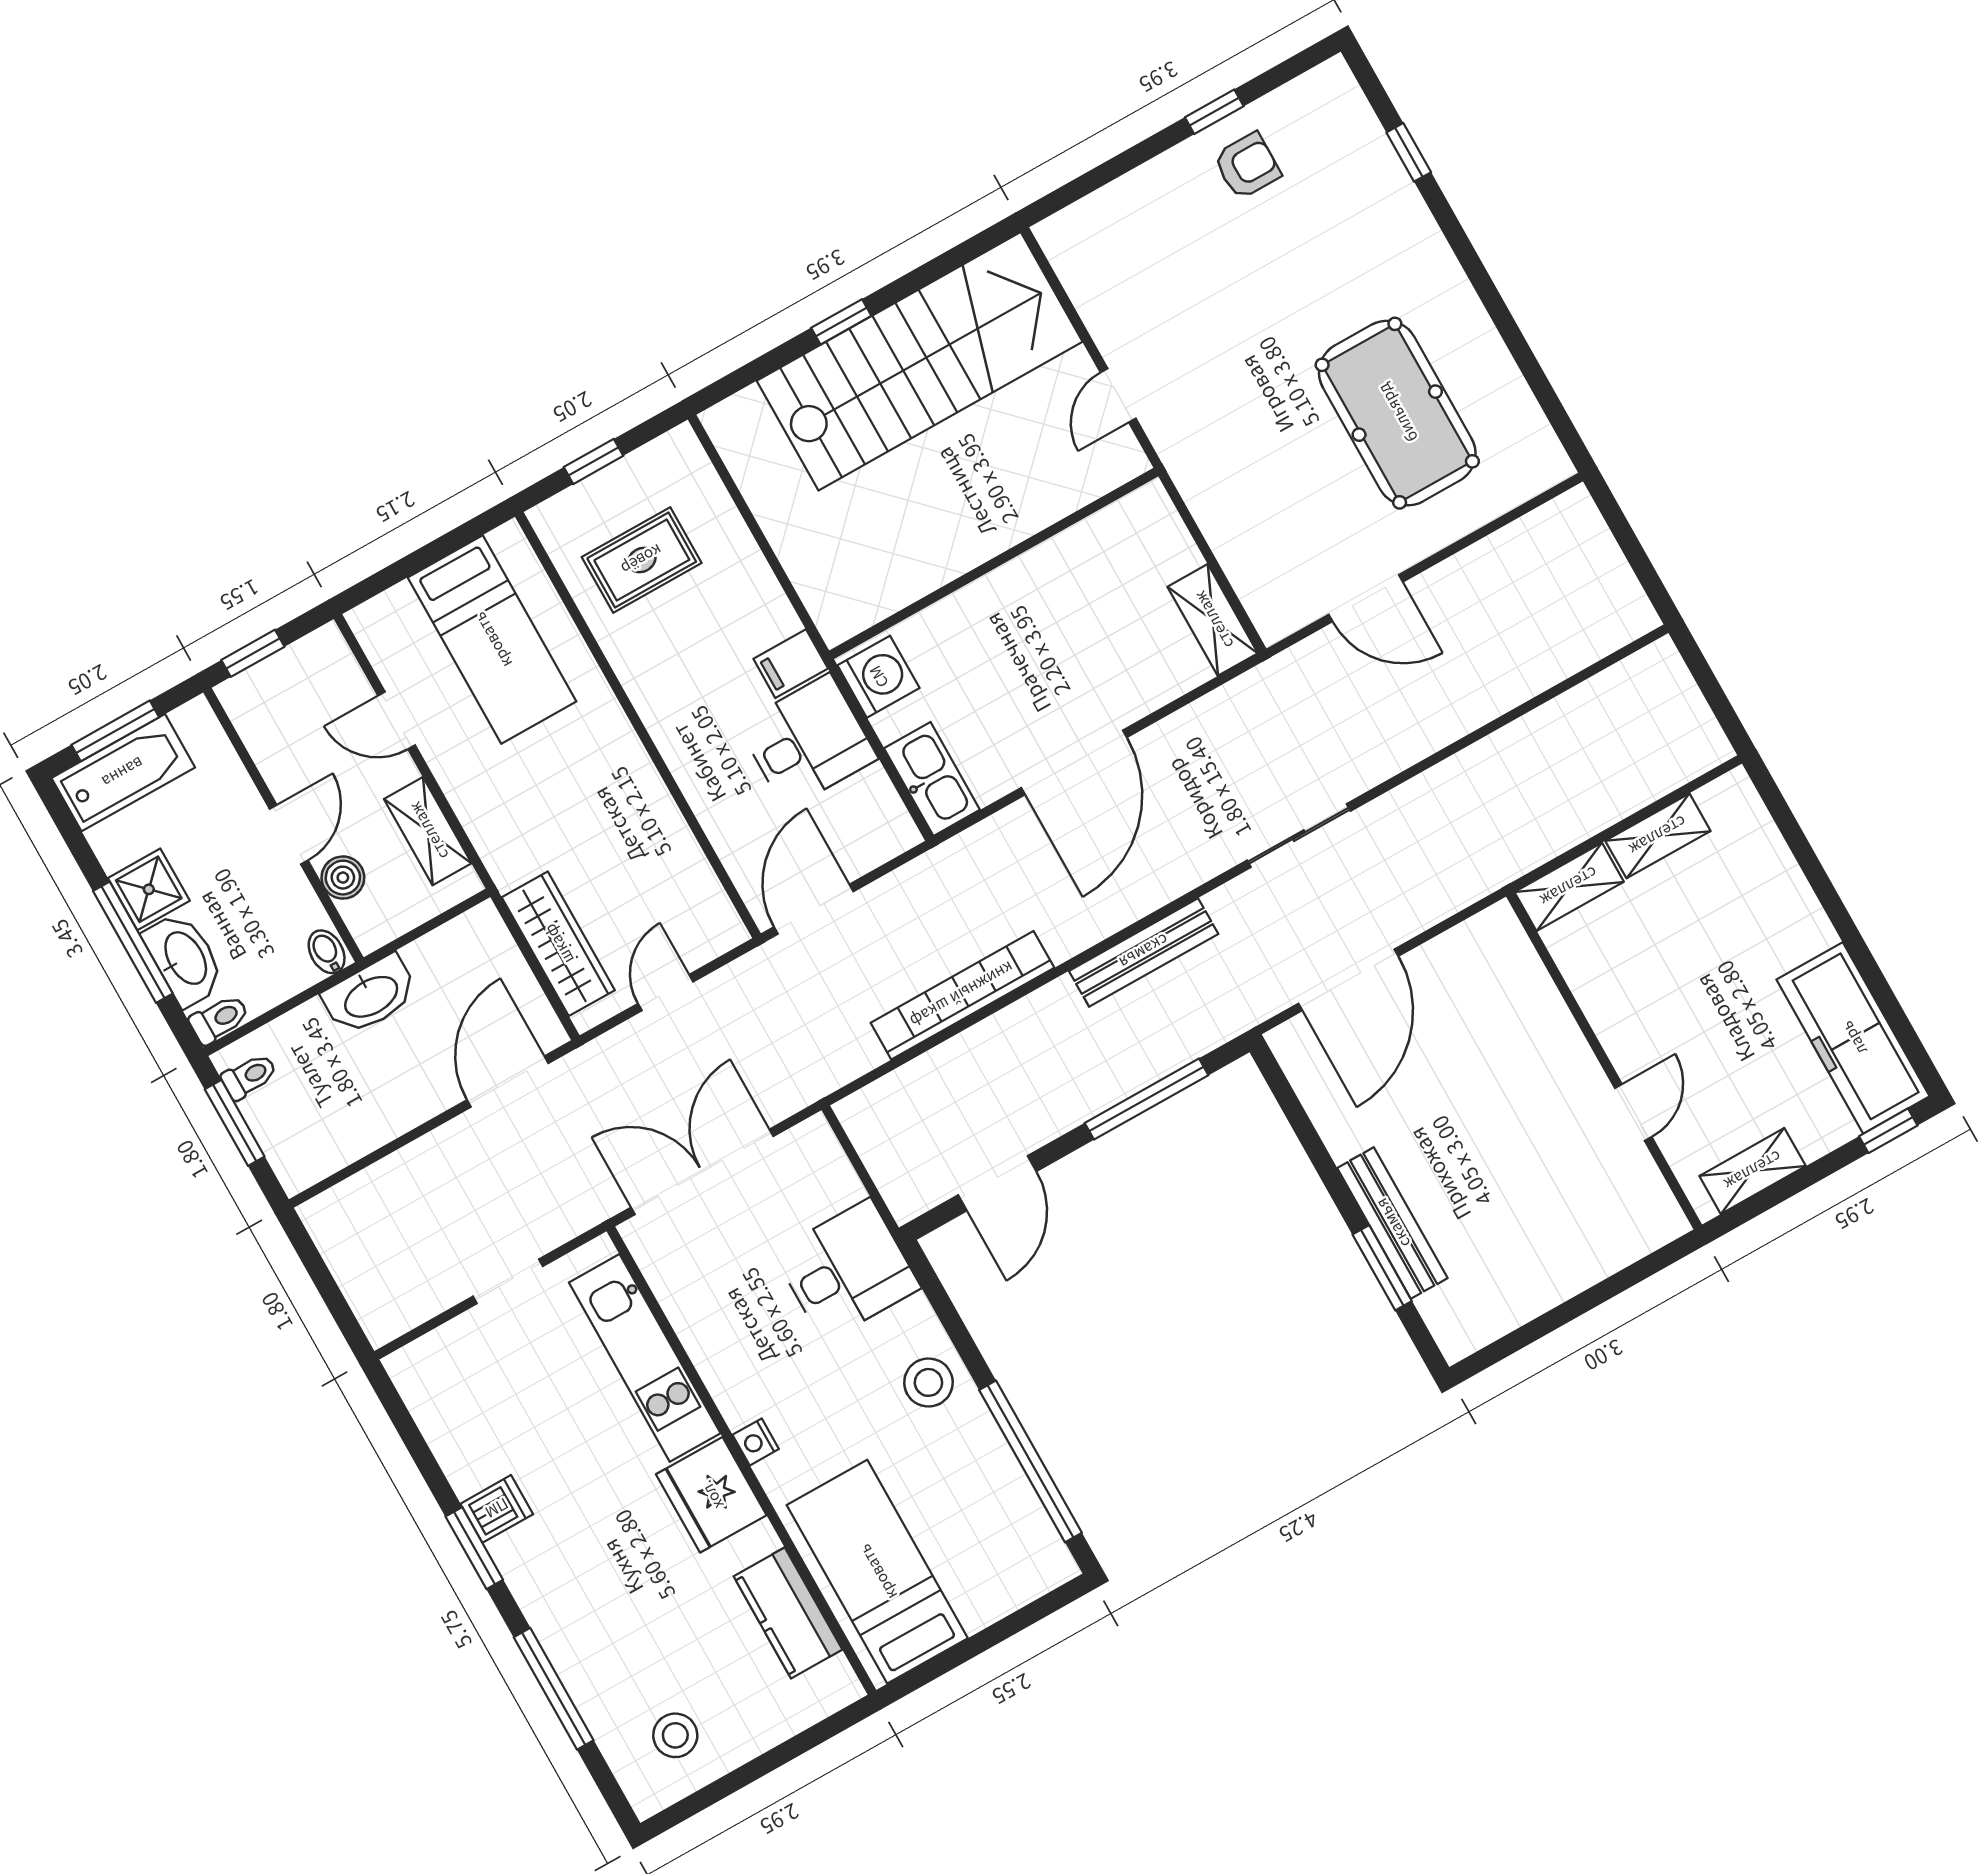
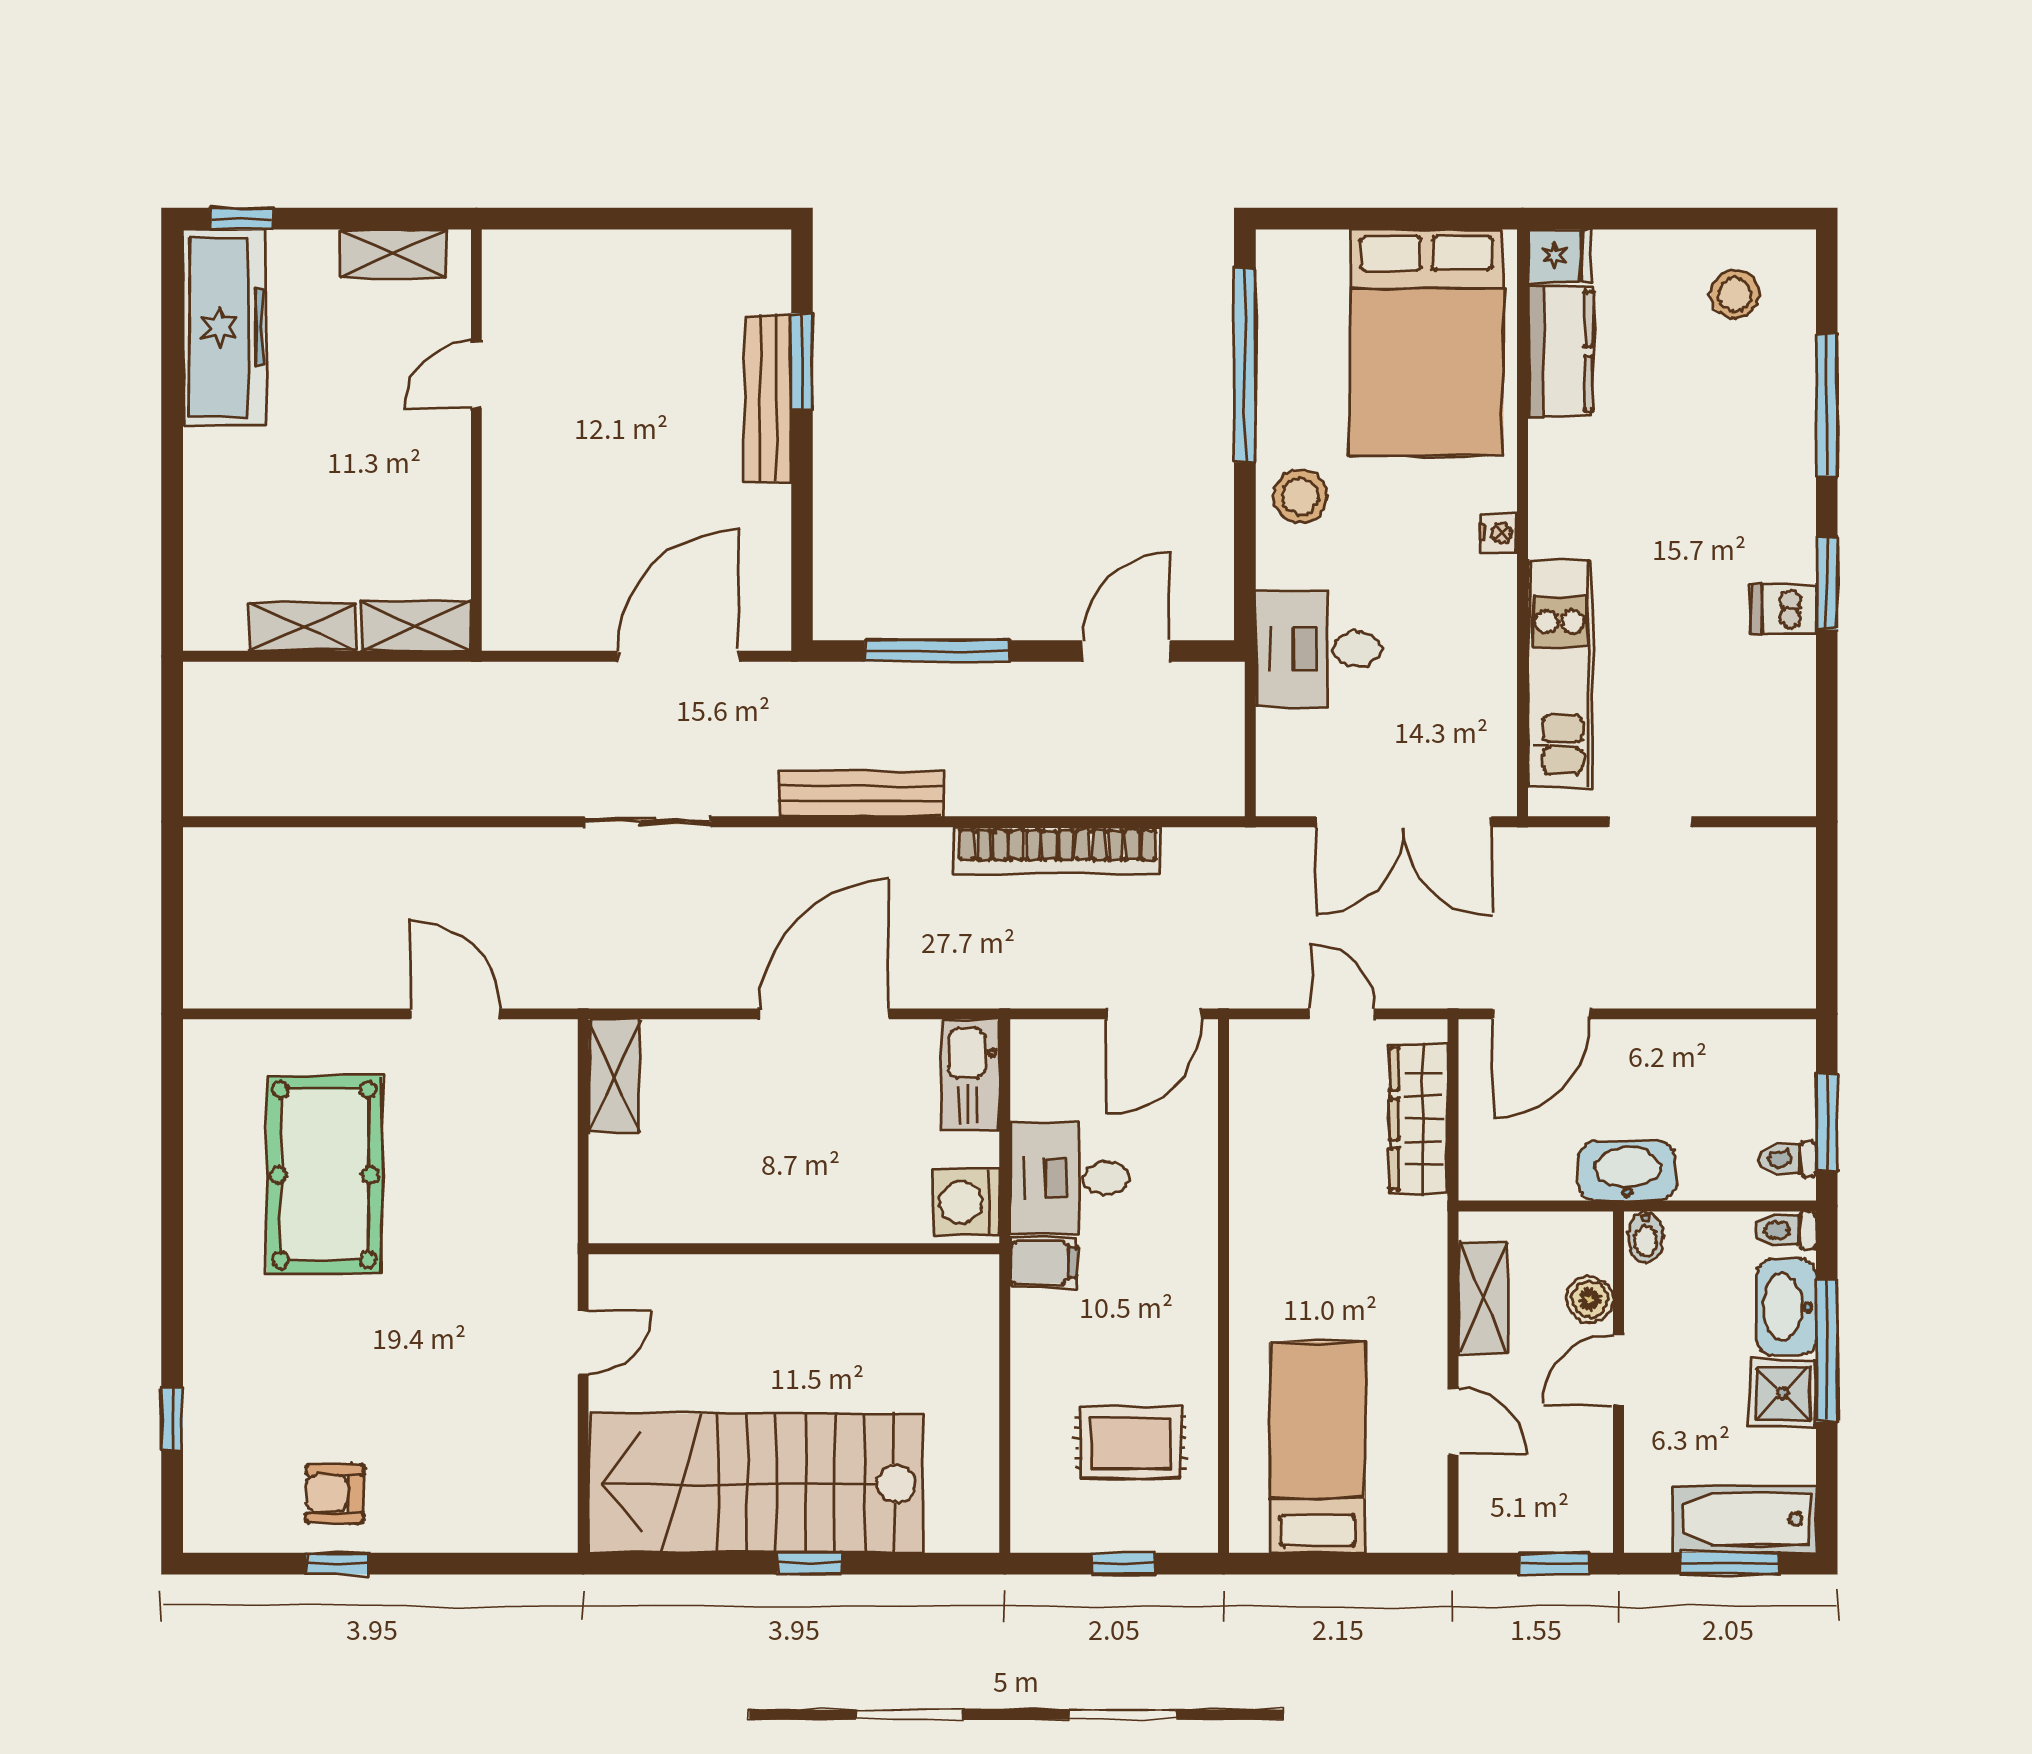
door: (666, 993) -> (1342, 1014), swing flipped
fridge: (711, 1495) -> (1559, 256), moved, width x0.53, depth x0.75
bed: (877, 1572) -> (1427, 343), width x1.50

